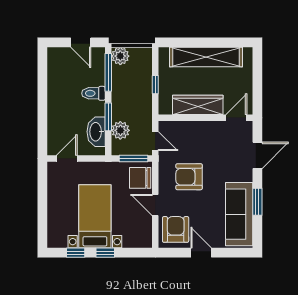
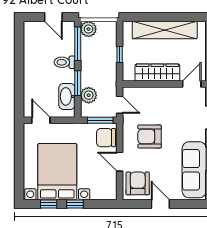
door: (67, 159) -> (41, 120), hinge flipped
bed with nightstands: (95, 216) -> (57, 172), width x1.36

